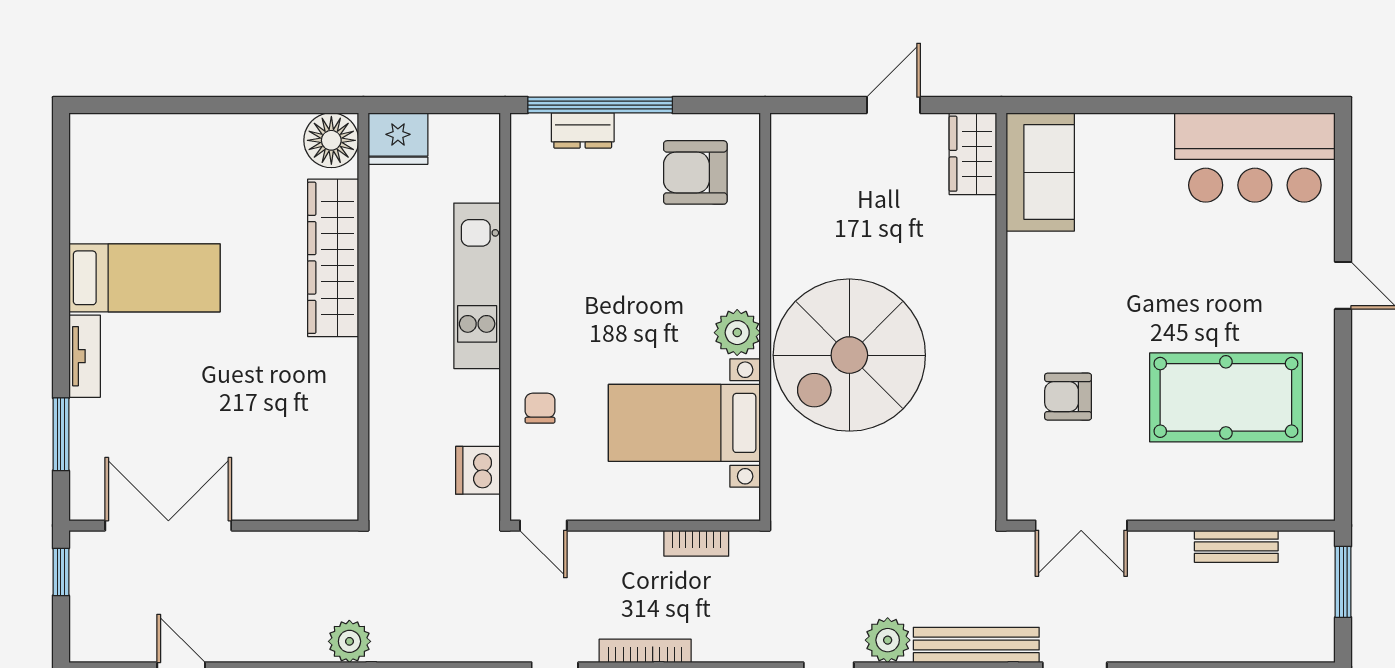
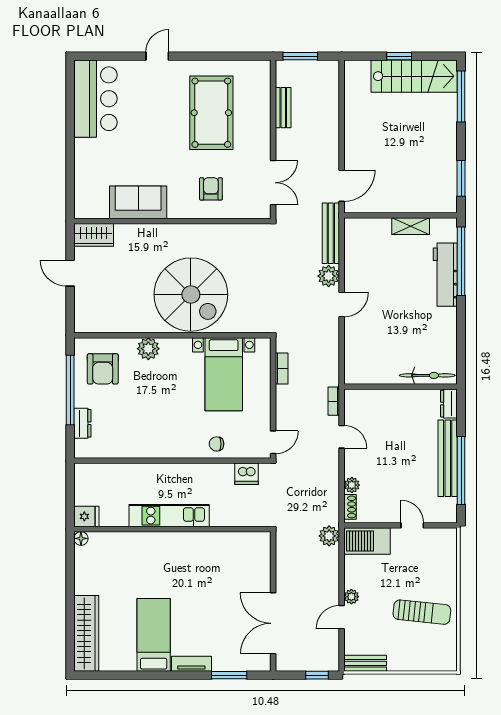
window: (600, 105) -> (70, 390), moved
fridge: (398, 139) -> (86, 516), width x0.72
floor lamp: (331, 140) -> (81, 538), width x0.53, depth x0.53
sofa: (1040, 172) -> (138, 202), moved
wardrobe: (333, 258) -> (86, 633), moved, turned -90
kitchen unit: (477, 286) -> (169, 516), moved, turned 180
plant: (737, 333) -> (148, 349), moved
armchair: (1068, 397) -> (211, 189), turned 180
window: (61, 572) -> (317, 675), moved
bookcase: (645, 651) -> (334, 401), width x0.64

